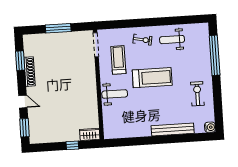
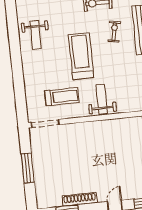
exercise bike: (142, 40) -> (114, 32), moved
treadmill: (118, 60) -> (62, 97), turned 180

